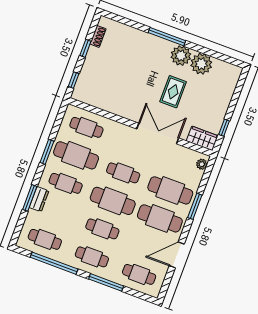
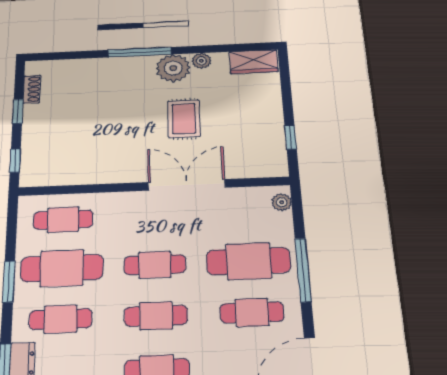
plant: (201, 64) -> (201, 61), width x0.53, depth x0.53
wardrobe: (202, 138) -> (254, 62), moved, turned 180
cafe table: (113, 201) -> (156, 316), width x0.73, depth x0.74
window: (195, 206) -> (303, 270), width x1.44
cafe table: (160, 218) -> (252, 312), width x0.73, depth x0.74

